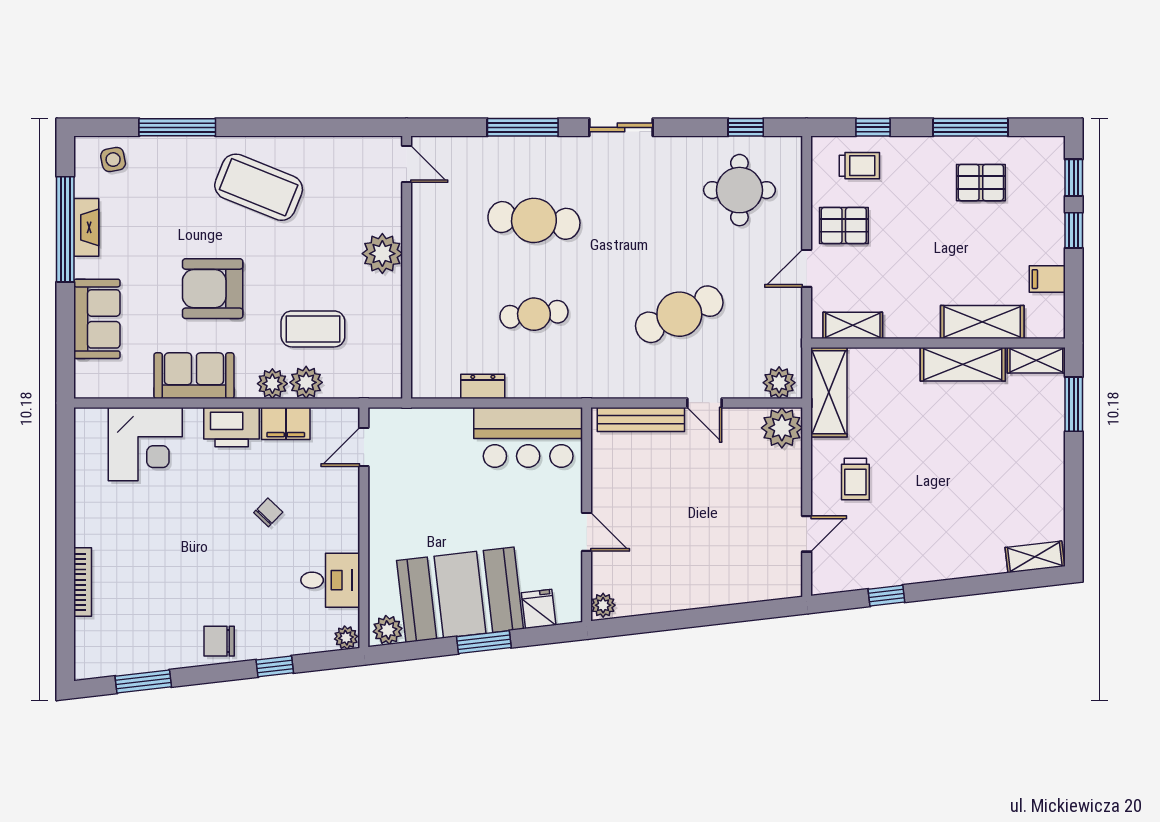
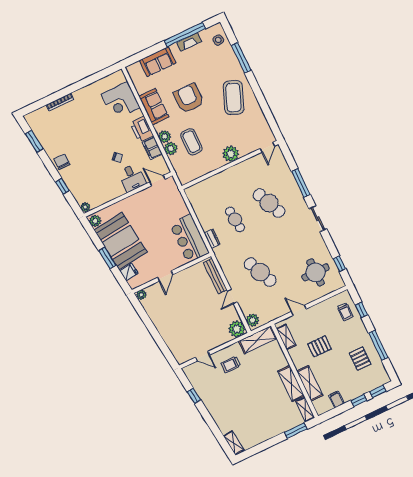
cafe table: (534, 220) -> (269, 203), turned -30
pallet: (844, 226) -> (320, 346), moved, turned 90
dresser: (483, 386) -> (212, 239), moved
desk: (330, 580) -> (132, 178), moved

